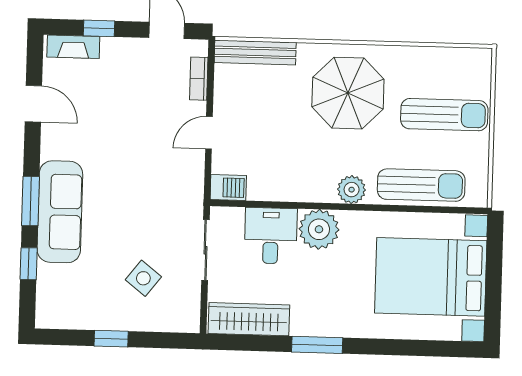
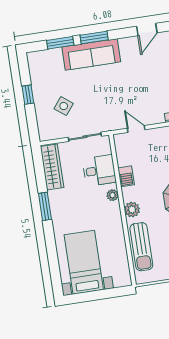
door: (209, 133) -> (136, 129), moved
barbecue: (228, 188) -> (126, 176), moved
plant: (319, 229) -> (113, 195), width x0.53, depth x0.53
window: (29, 264) -> (60, 43), width x1.50
bed with nightstands: (431, 277) -> (84, 262), width x0.73

